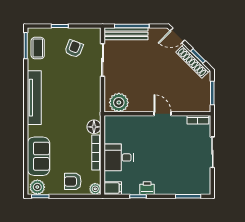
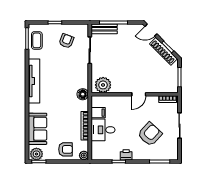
bench: (126, 34) -> (104, 29), width x0.73
door: (163, 114) -> (139, 94), swing flipped
floor lamp: (94, 127) -> (83, 94), moved
armchair: (176, 163) -> (150, 134), added
armchair: (73, 181) -> (65, 149), turned 180
filing cabinet: (113, 188) -> (98, 113), moved

